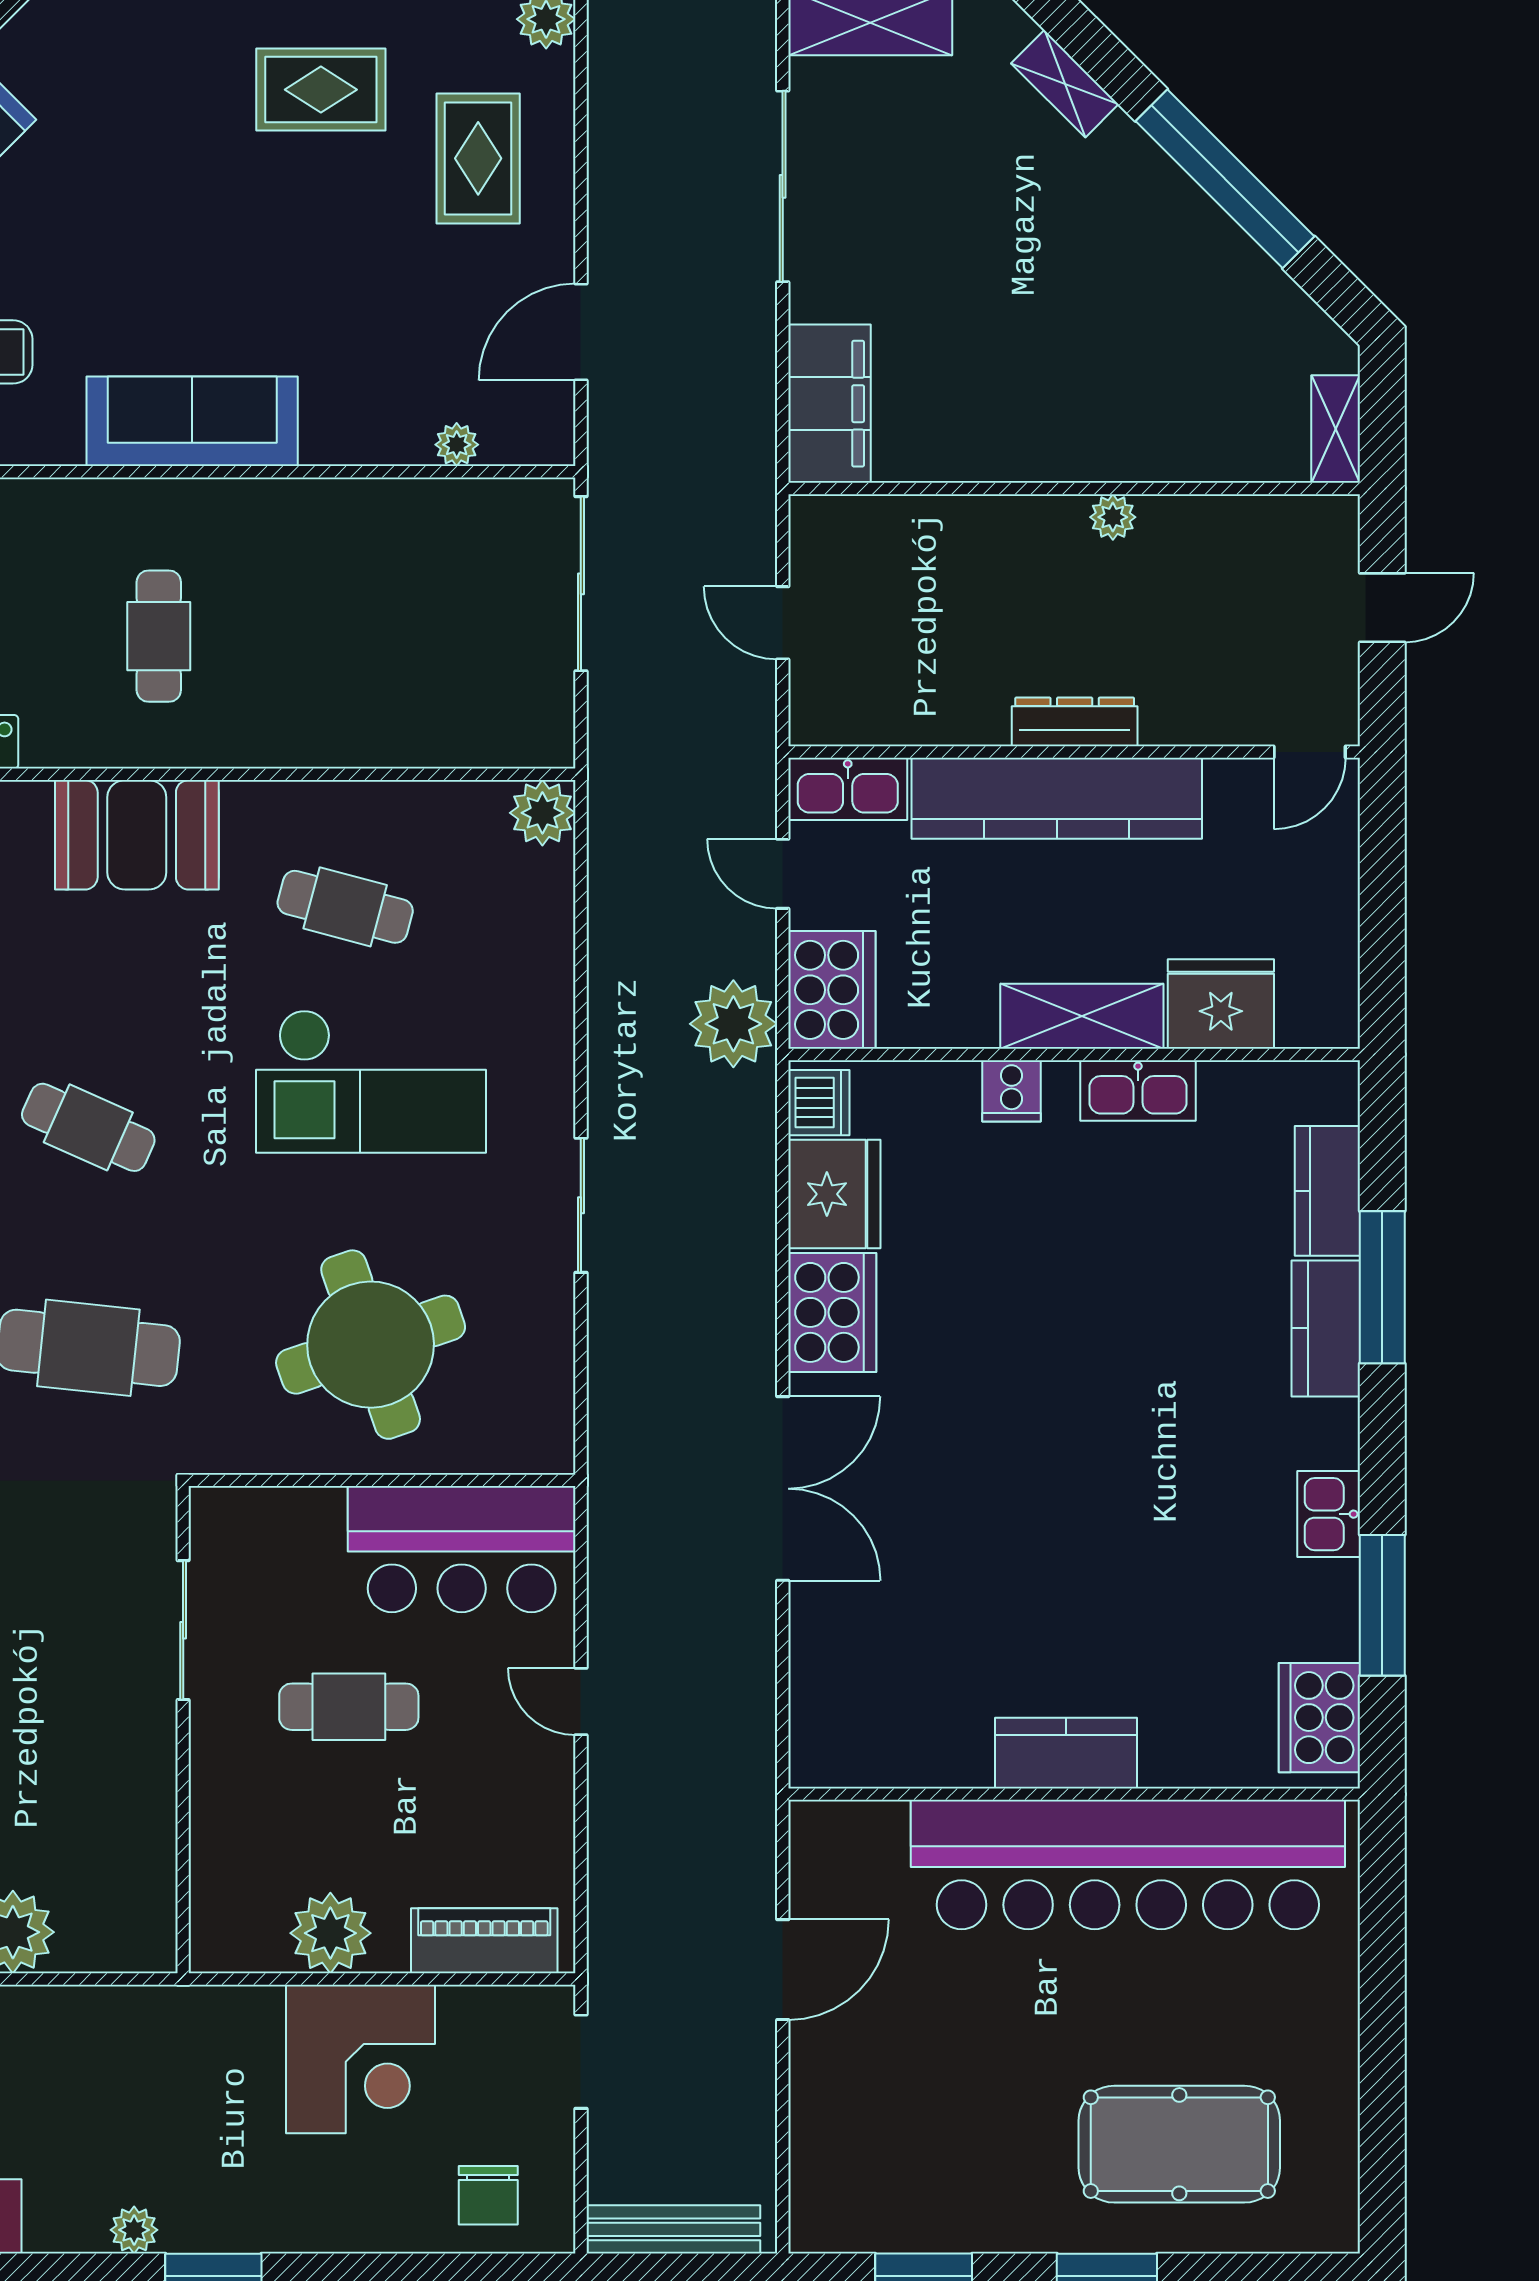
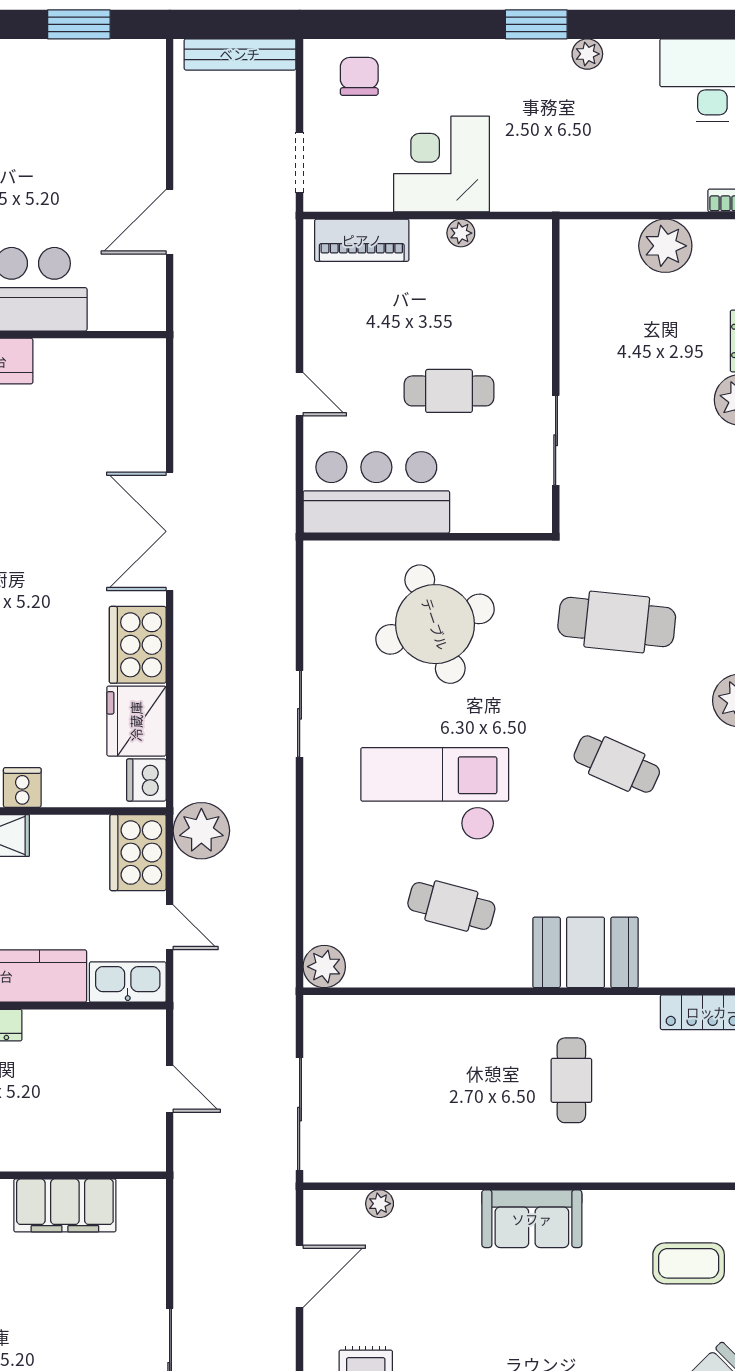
filing cabinet: (829, 404) -> (65, 1205), moved, turned -90
sofa: (192, 421) -> (532, 1219), width x0.73
plant: (330, 1933) -> (461, 233), width x0.53, depth x0.53

